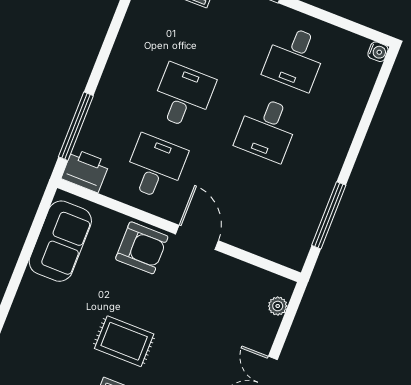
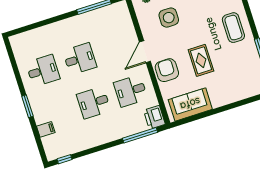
water cooler: (378, 52) -> (14, 40), removed
side table: (220, 316) -> (169, 18), added
rug: (124, 341) -> (201, 60), moved

